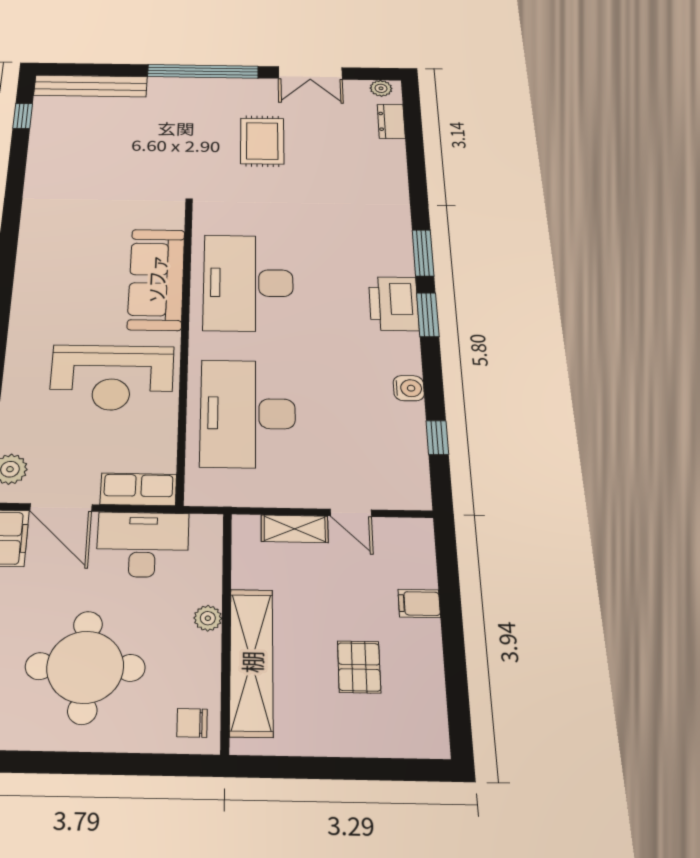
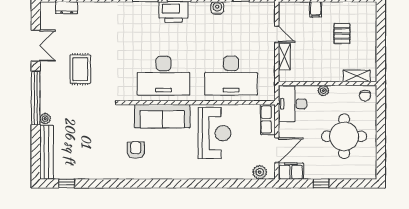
plant: (381, 88) -> (45, 119), moved
rug: (262, 141) -> (80, 69), turned 90
armchair: (83, 231) -> (136, 150), added
door: (351, 513) -> (277, 34), hinge flipped
desk: (143, 544) -> (293, 104), moved
shelving: (251, 662) -> (357, 76), width x0.45, depth x0.75
pallet: (359, 667) -> (342, 33), turned 90

